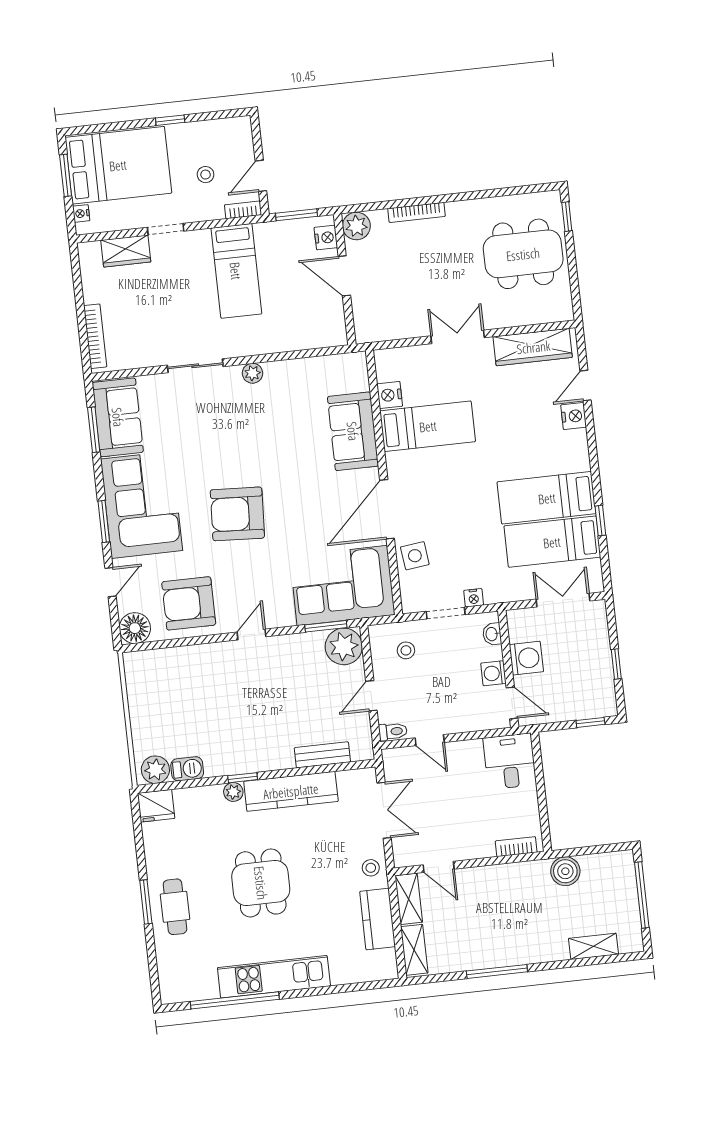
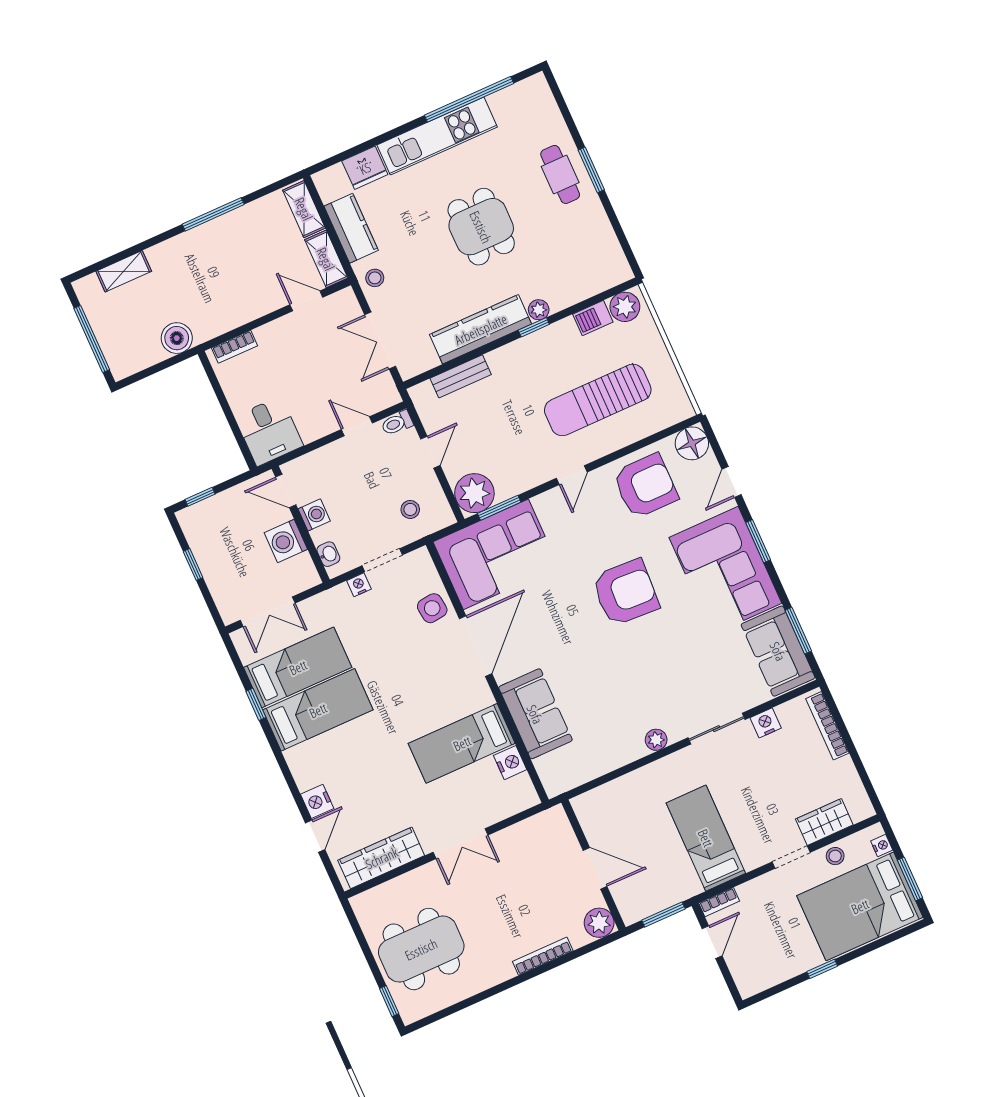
stool: (206, 175) -> (835, 856), moved
nightstand: (326, 238) -> (766, 723), moved, turned 90
sun lounger: (207, 694) -> (598, 400), added
fridge: (156, 806) -> (365, 168), moved, turned 180

